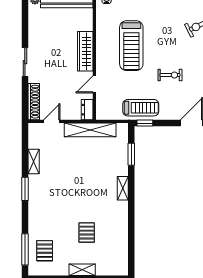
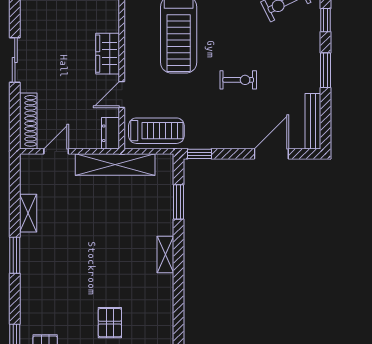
wardrobe: (85, 51) -> (108, 54), width x0.67
treadmill: (141, 108) -> (156, 131), moved

